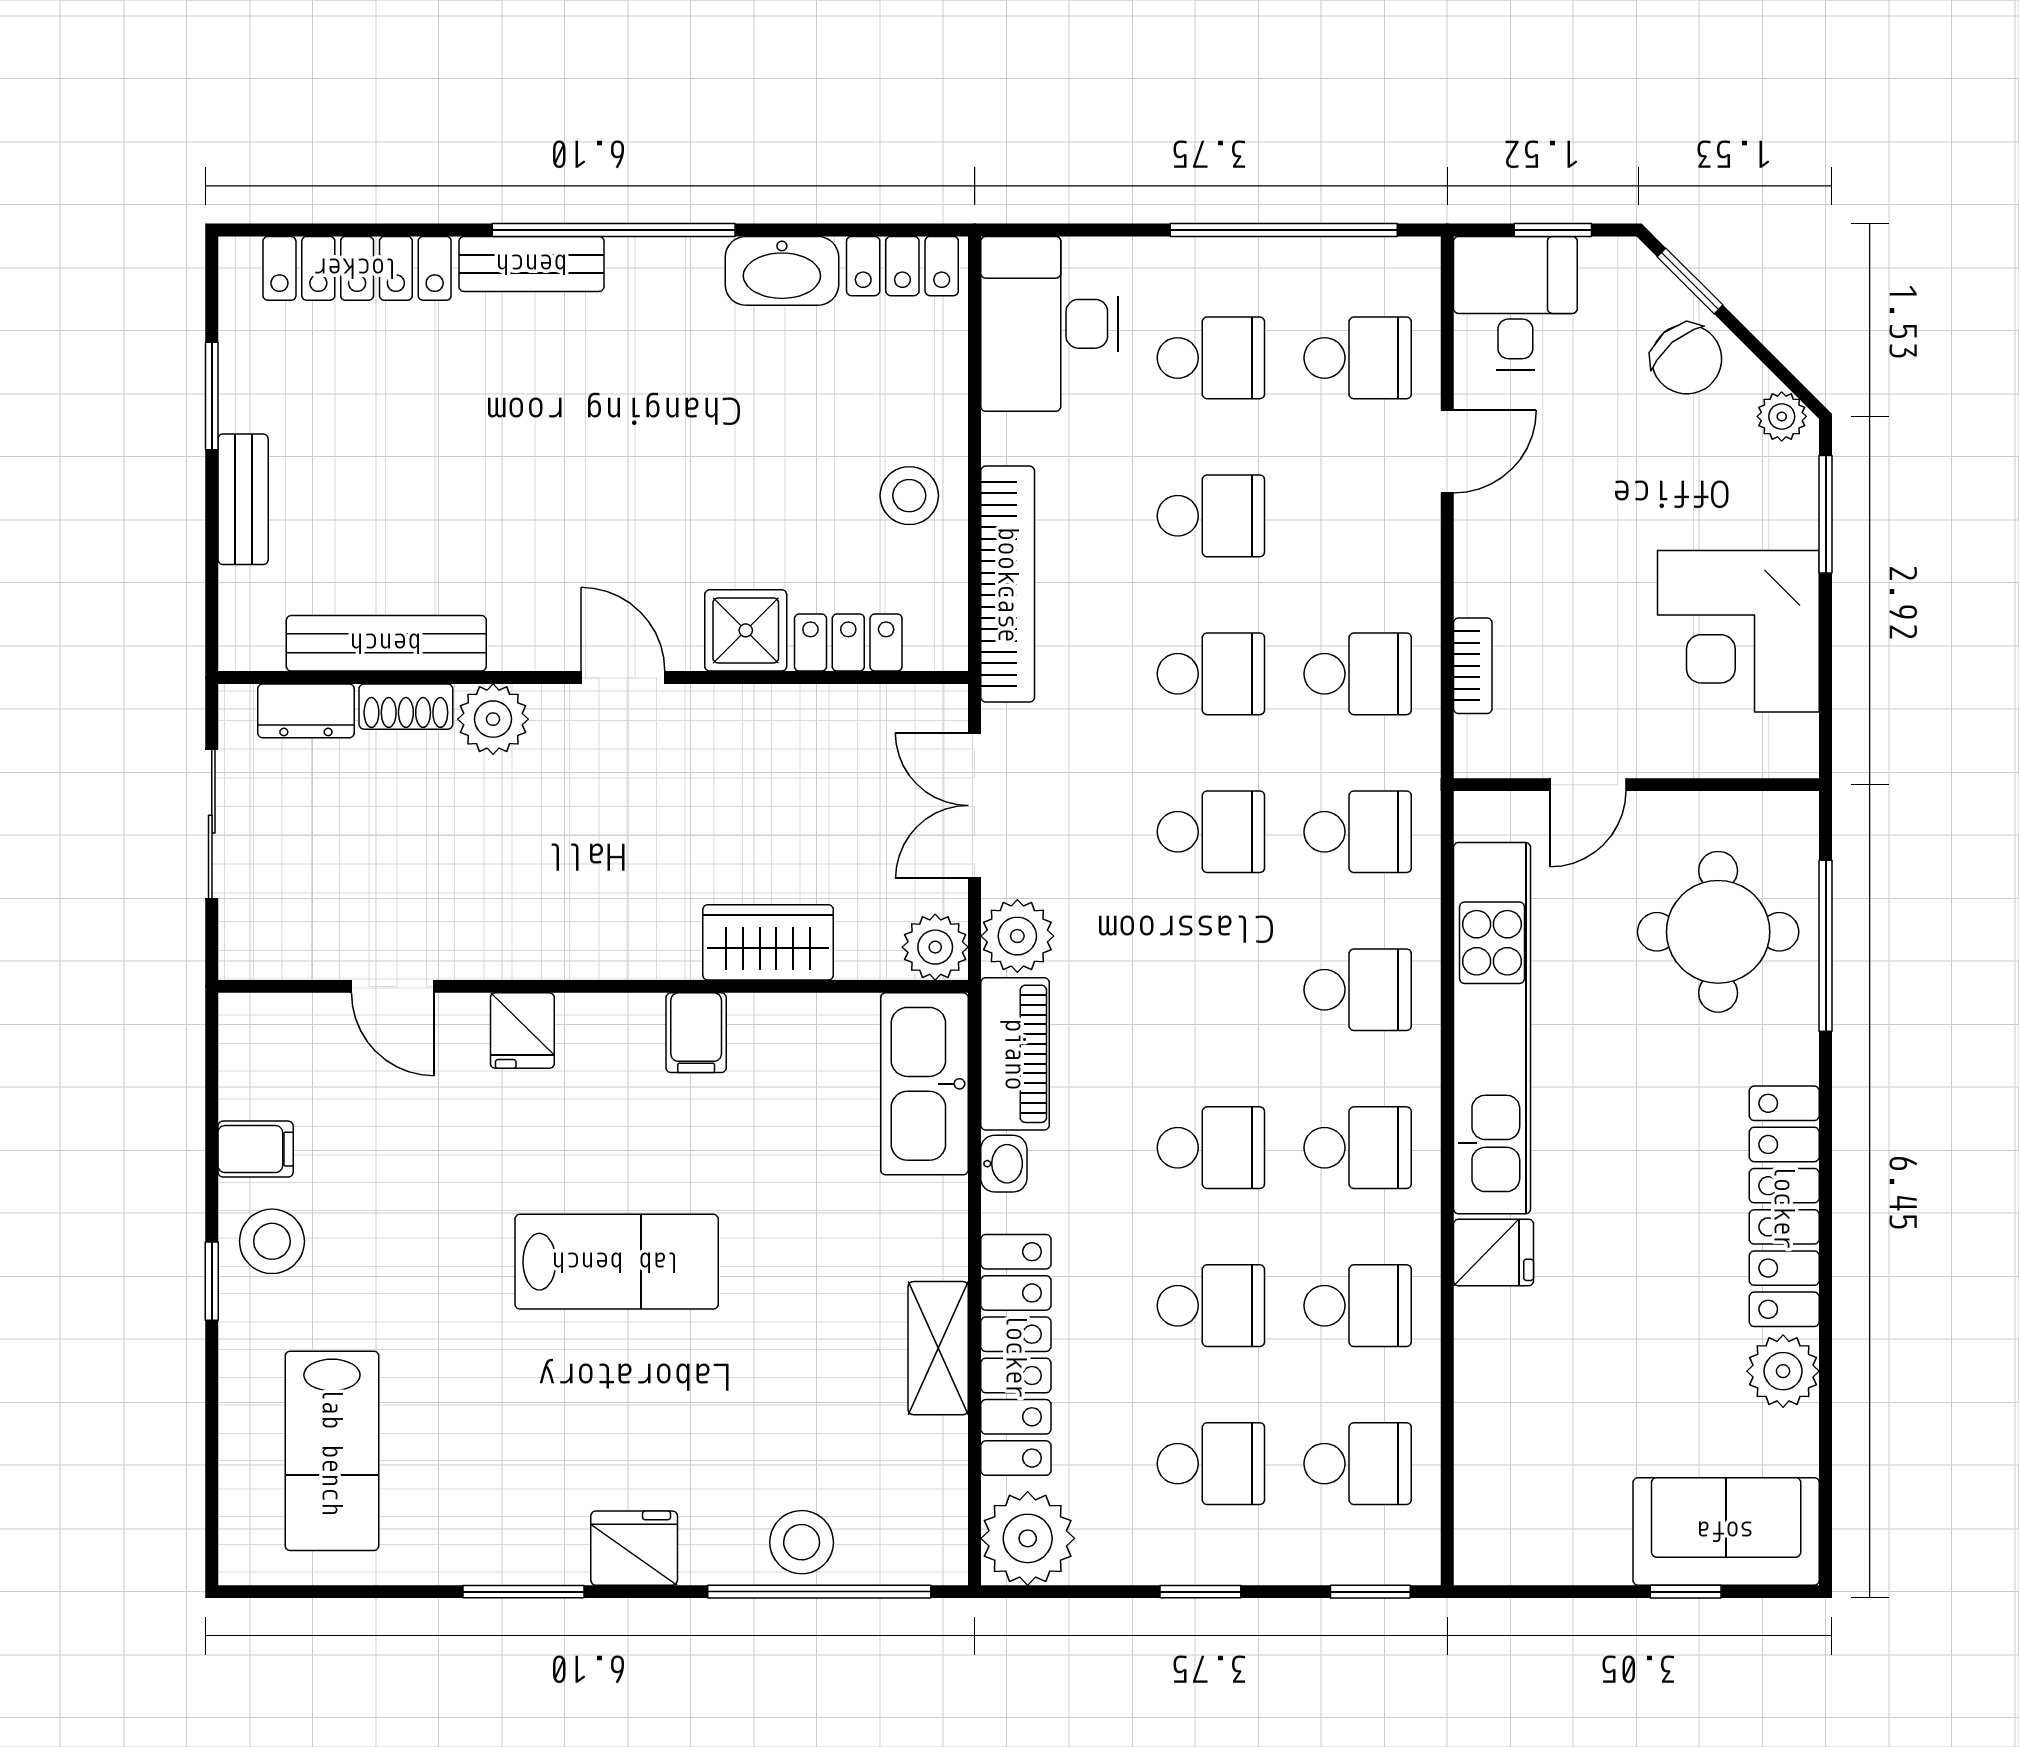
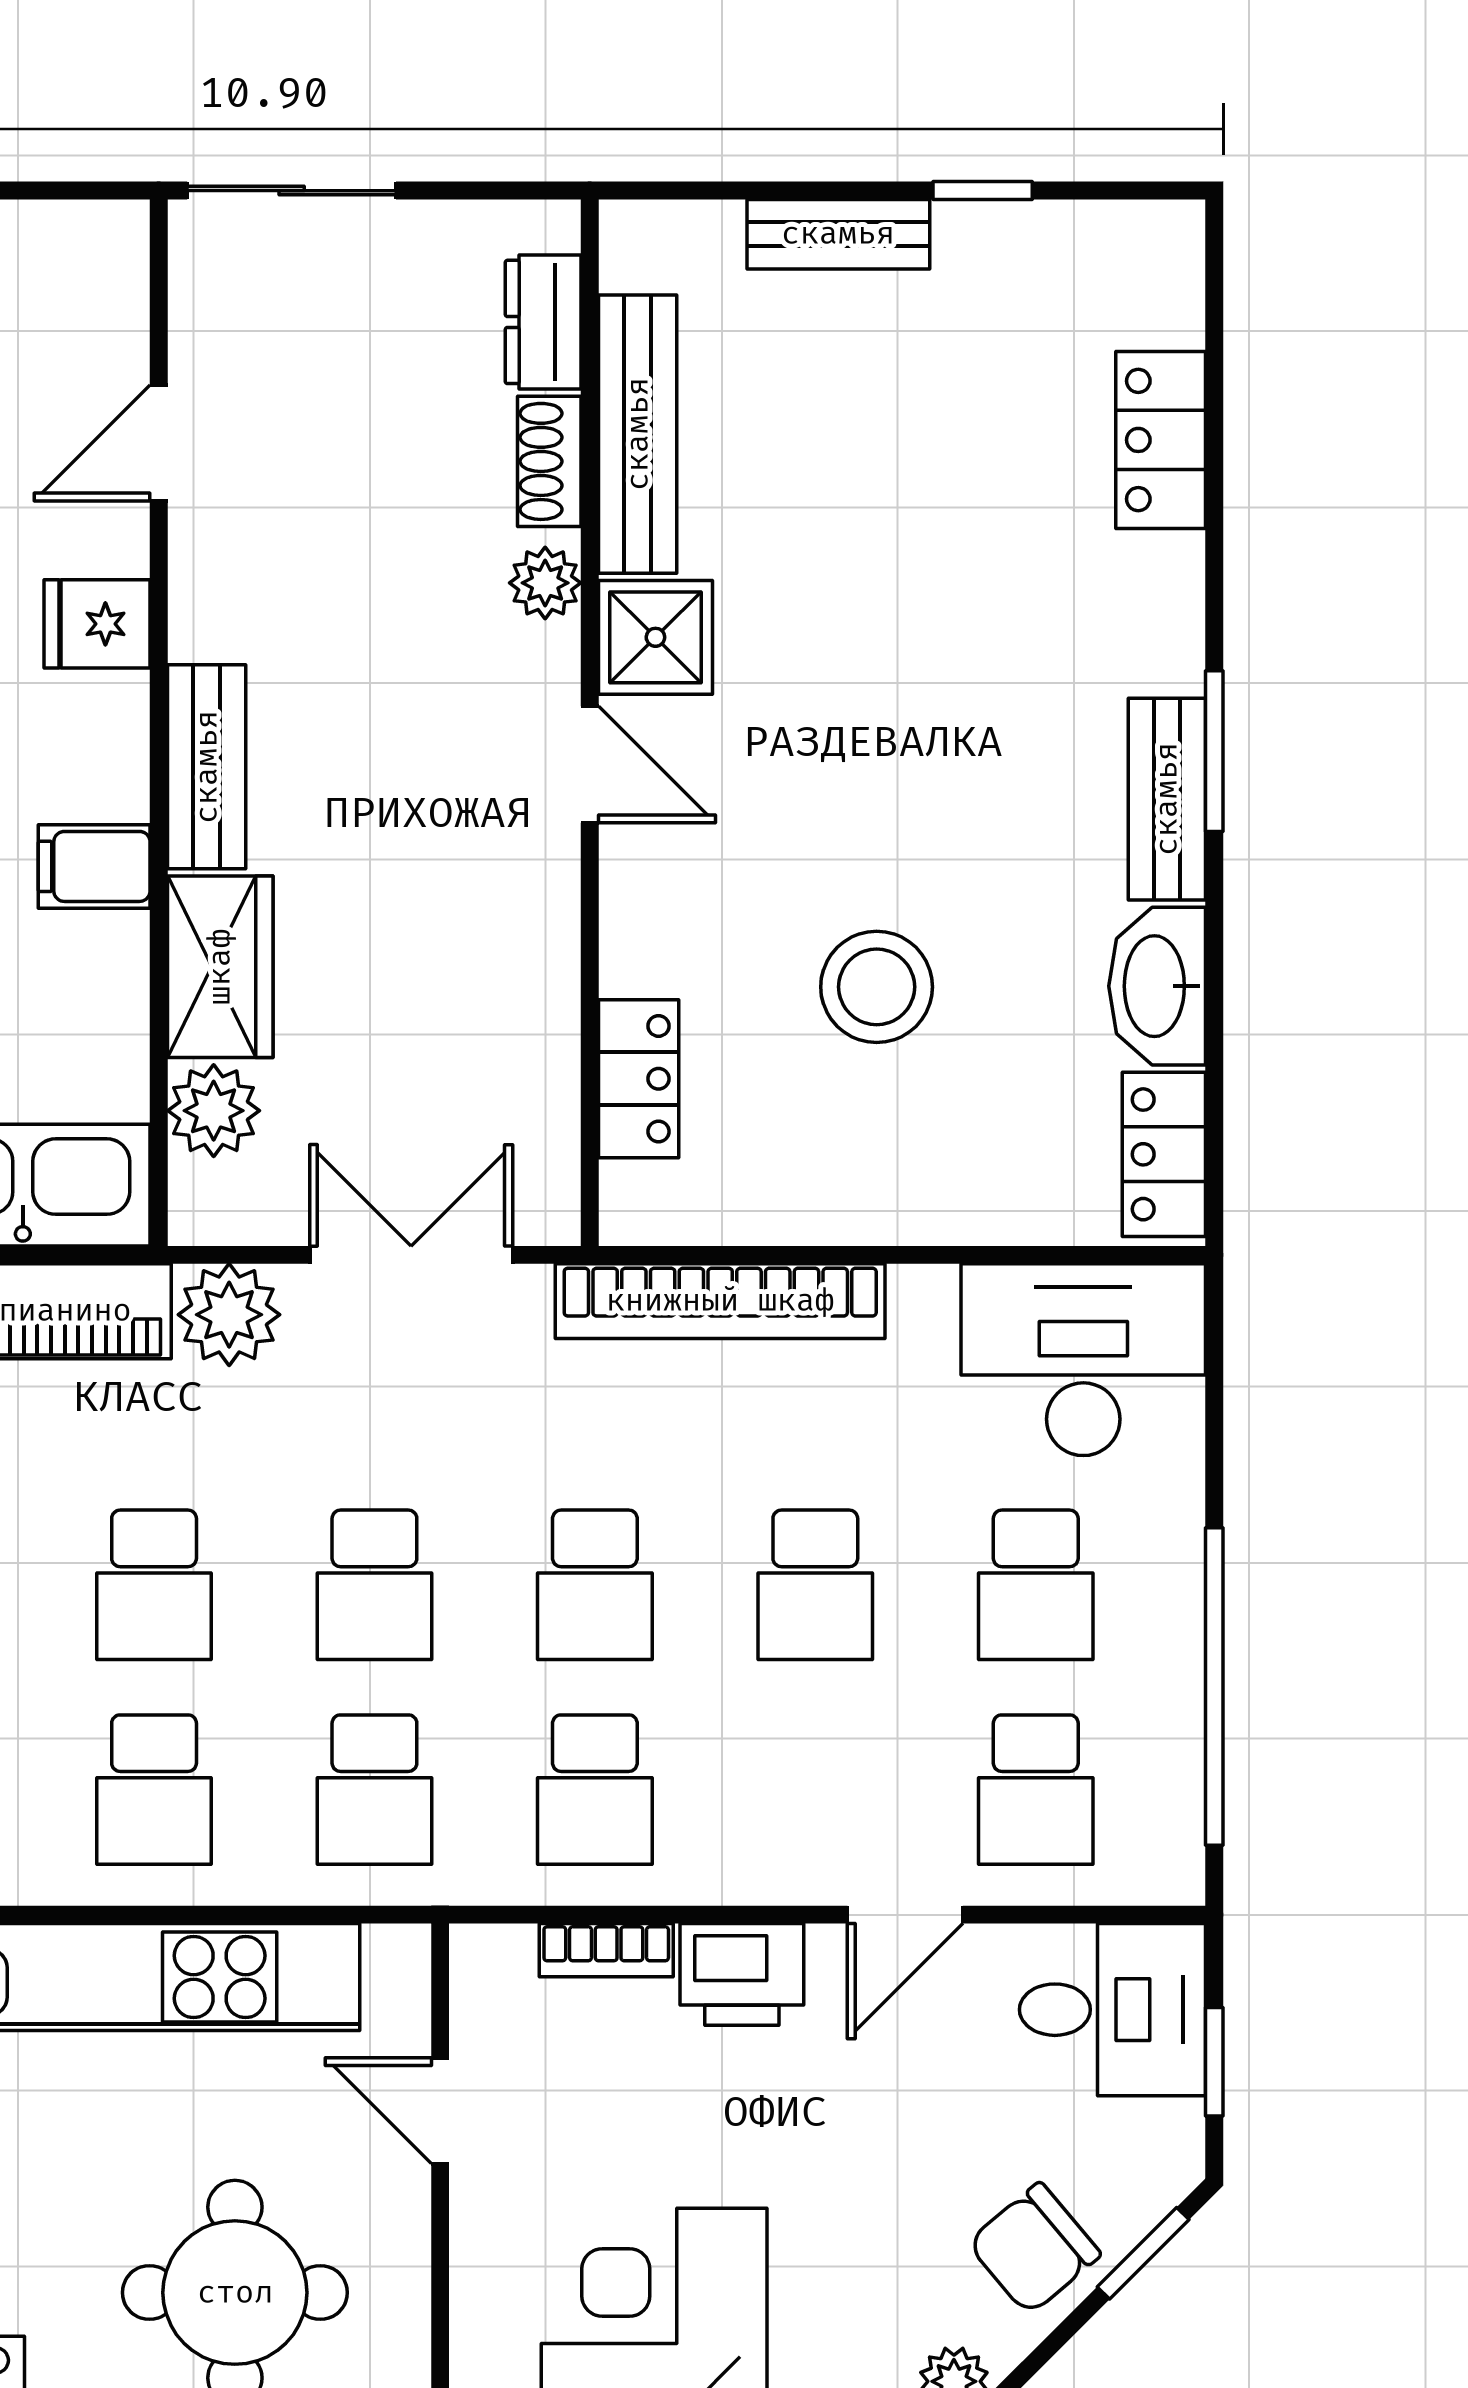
window: (614, 230) -> (1214, 751), width x0.47
bench: (532, 264) -> (1167, 799), moved
locker: (357, 268) -> (1161, 440), width x0.66
window: (212, 396) -> (983, 191), width x0.67
door: (1447, 452) -> (905, 1915), hinge flipped
stool: (909, 496) -> (877, 987), moved, width x1.38, depth x1.38
printer: (1490, 569) -> (742, 1974), added
shower: (746, 630) -> (655, 637), moved
door: (623, 678) -> (590, 764), hinge flipped
plant: (493, 719) -> (545, 583), width x0.73, depth x0.73
sliding door: (212, 824) -> (292, 191), moved
plant: (935, 947) -> (214, 1111), moved
bench: (625, 952) -> (207, 767), added
school desk: (1211, 990) -> (154, 1585), added

